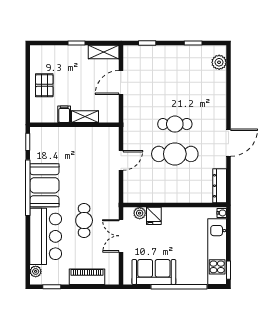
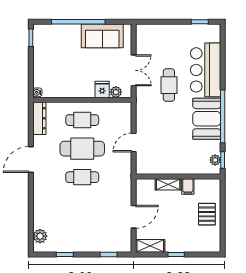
cafe table: (175, 184) -> (82, 120), added
kitchen unit: (217, 252) -> (42, 55), removed
plant: (36, 271) -> (215, 160), moved
piano: (87, 277) -> (166, 31), removed

